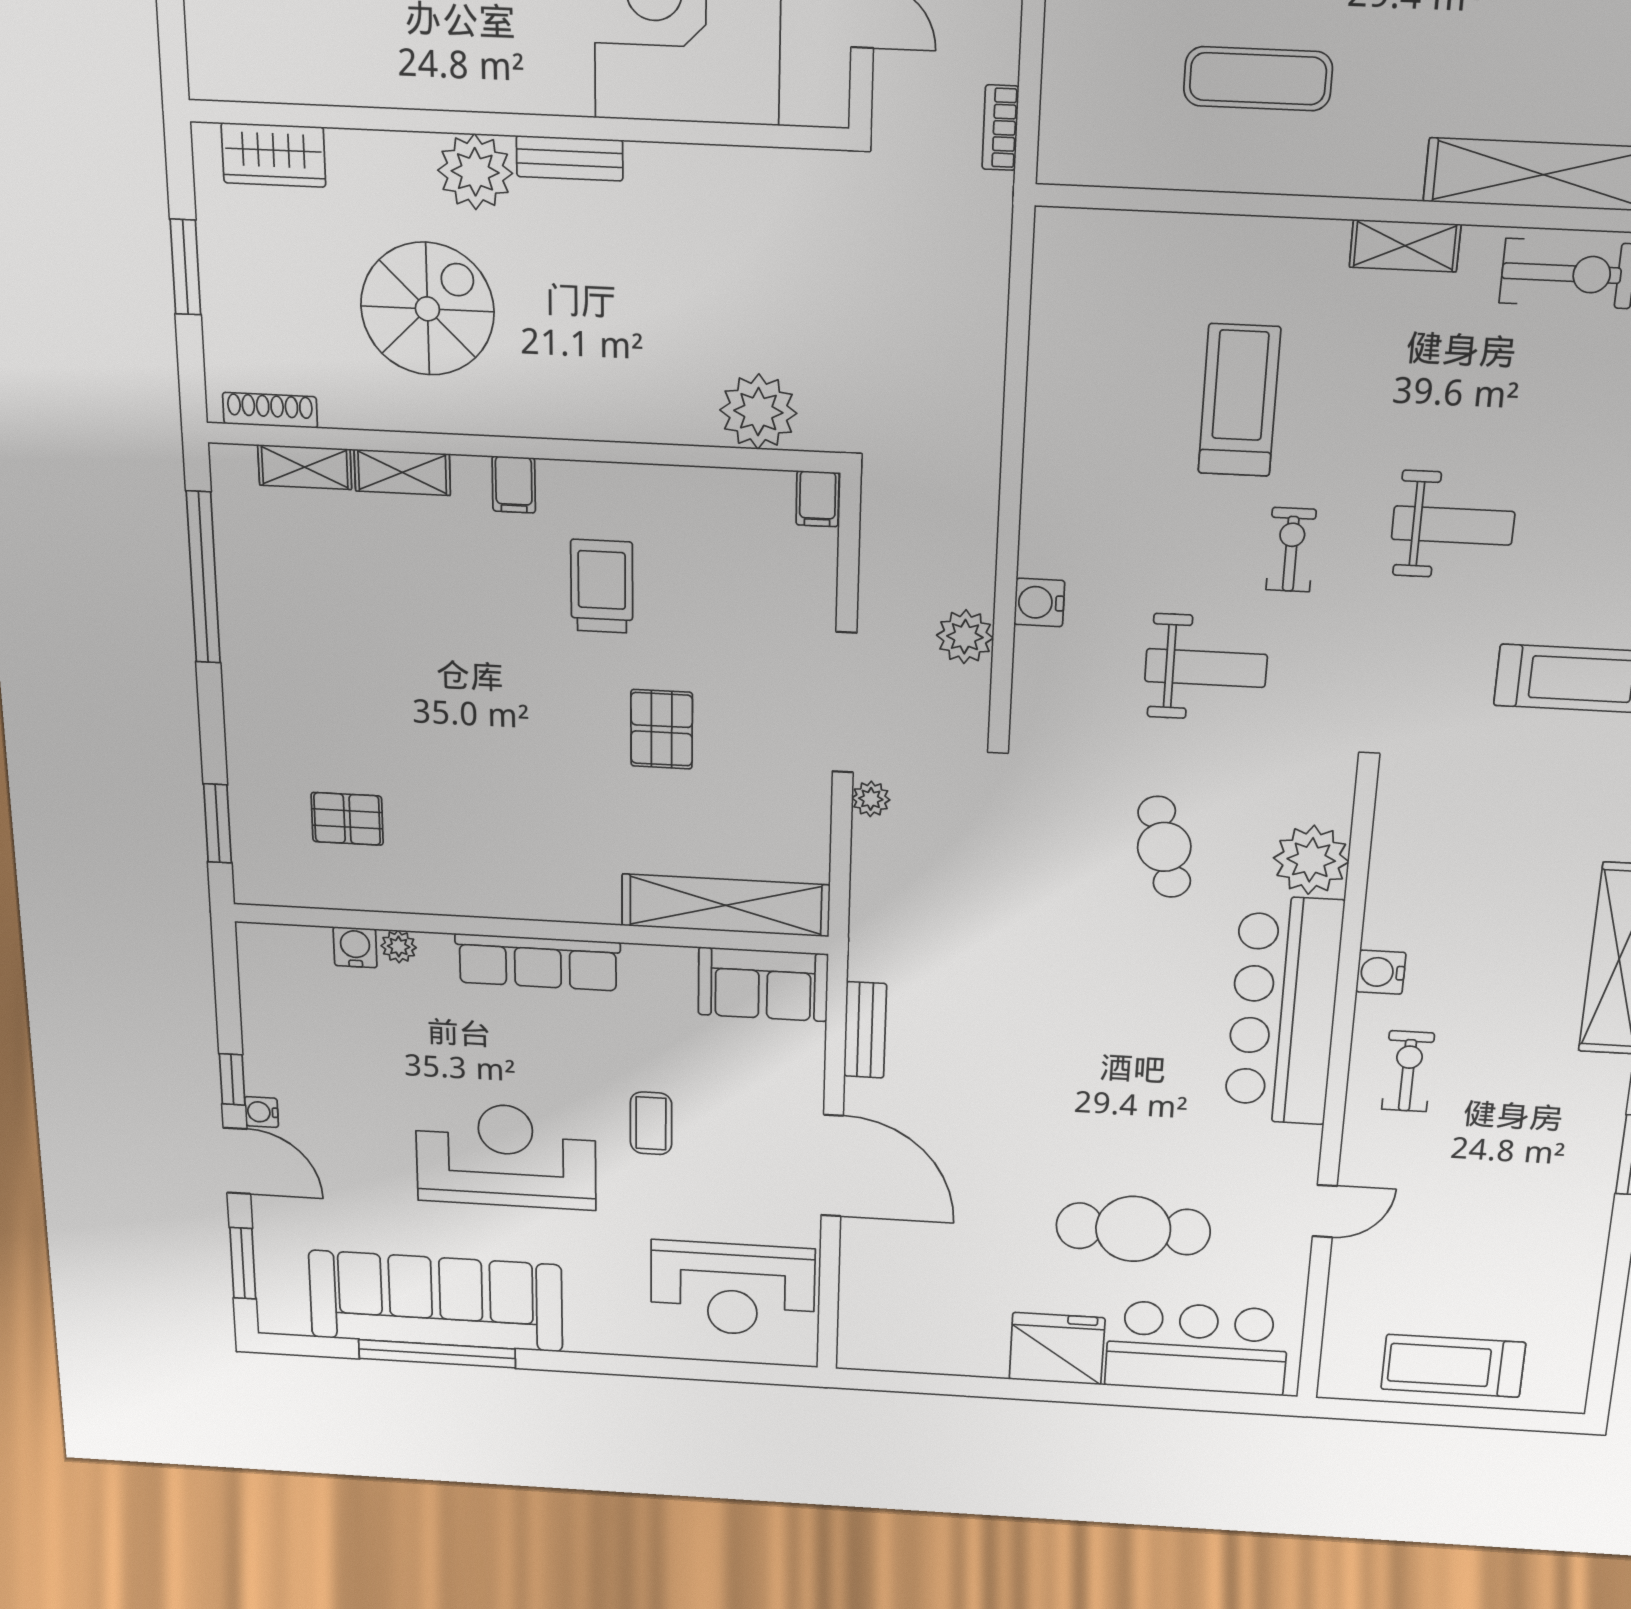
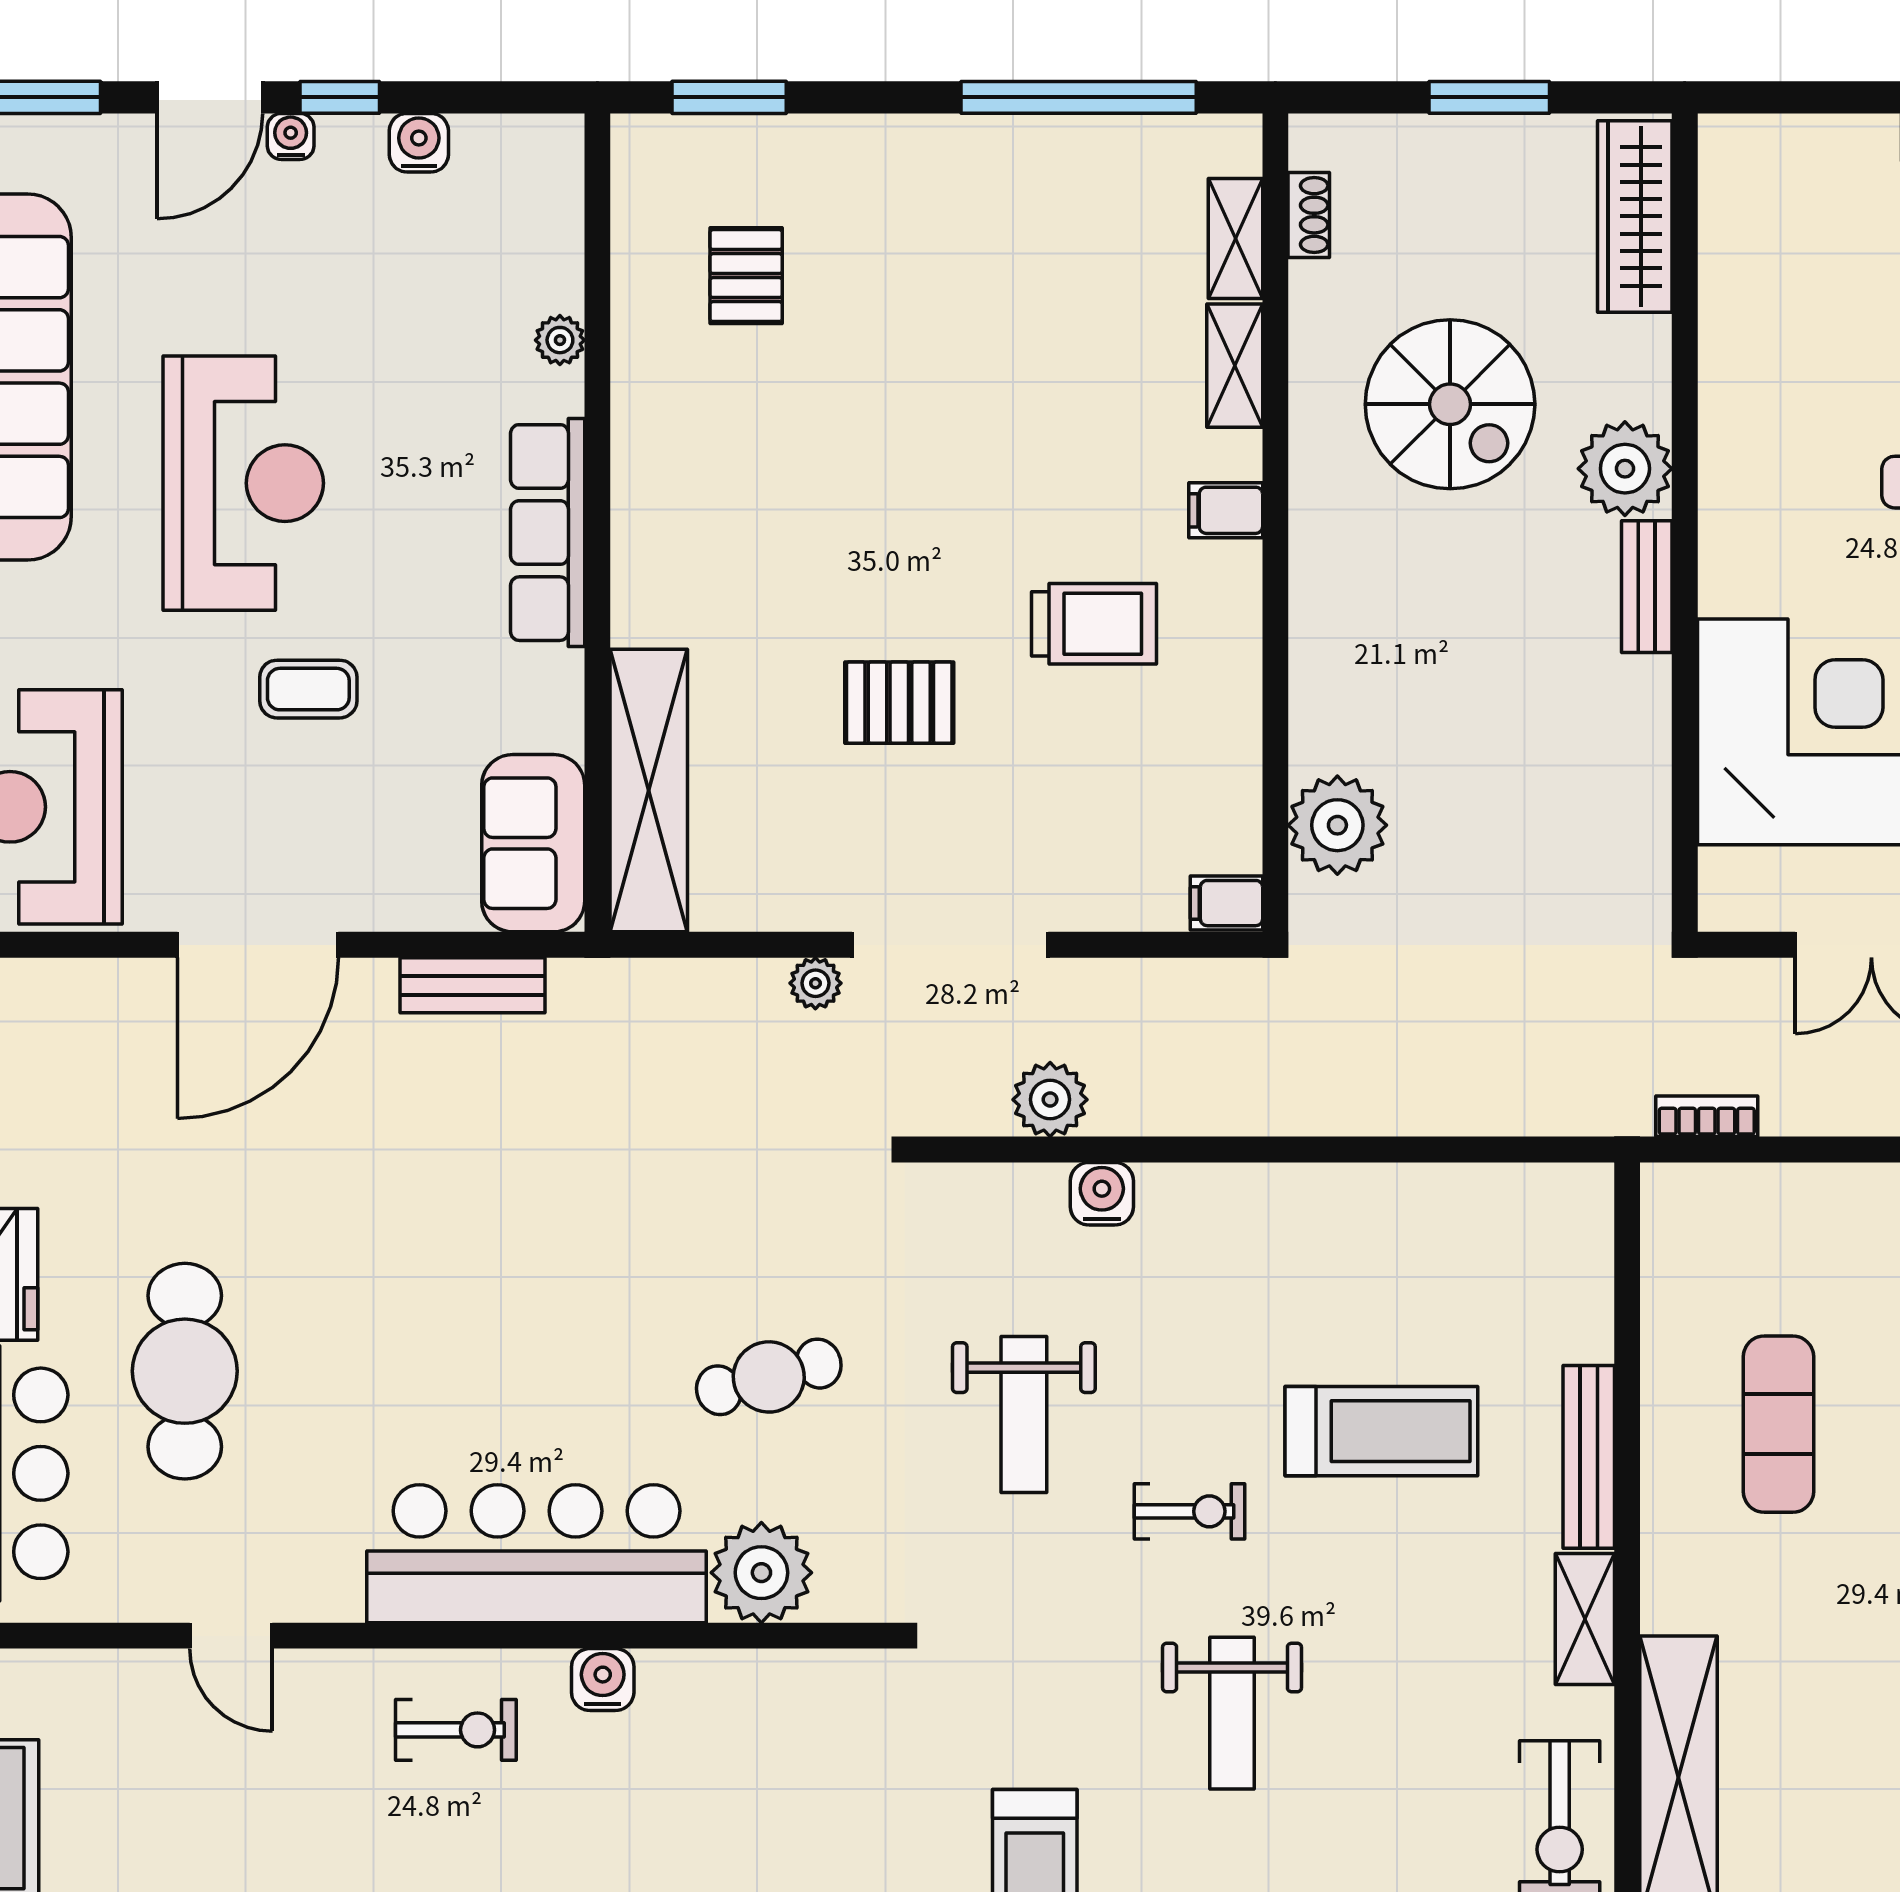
wardrobe: (274, 155) -> (1635, 216), width x1.50
bench: (1273, 237) -> (1589, 1457), added
shoe rack: (270, 410) -> (1309, 215), width x0.70
water cooler: (355, 947) -> (419, 143), moved, turned -90

